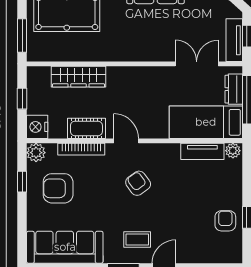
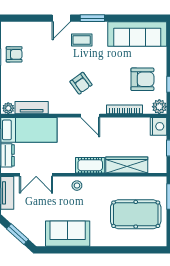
stool: (143, 50) -> (77, 186), added
cot: (86, 128) -> (90, 165), moved
armchair: (225, 221) -> (14, 54), turned -90

